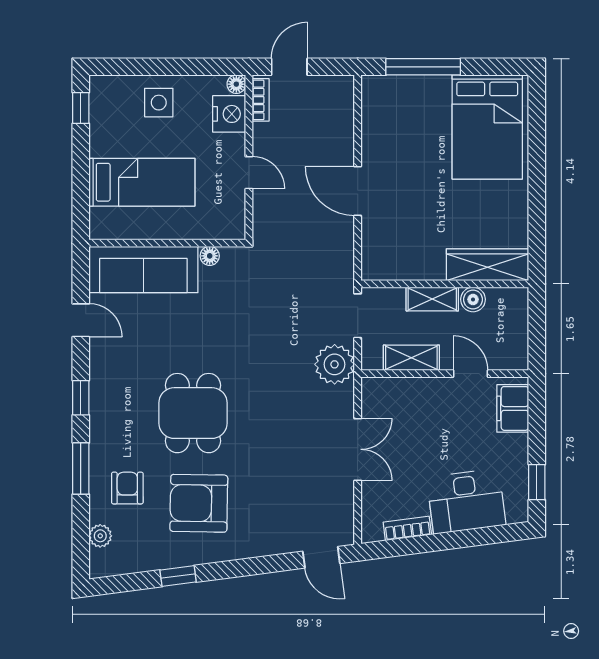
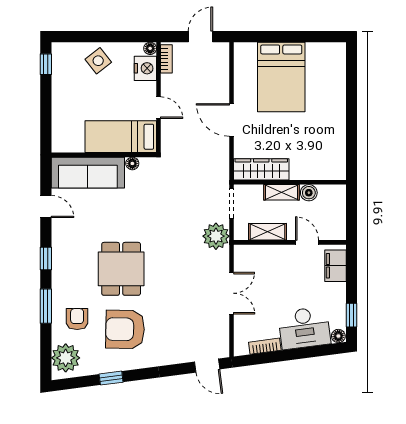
door: (289, 67) -> (200, 37), moved
window: (423, 67) -> (275, 37), removed
side table: (159, 103) -> (98, 61), turned -38
bed: (487, 127) -> (281, 77), moved
bed: (142, 182) -> (121, 137), moved, turned 180
wardrobe: (487, 265) -> (261, 169), moved
floor lamp: (517, 513) -> (338, 336), added
plant: (100, 536) -> (66, 358), width x1.88, depth x1.88

